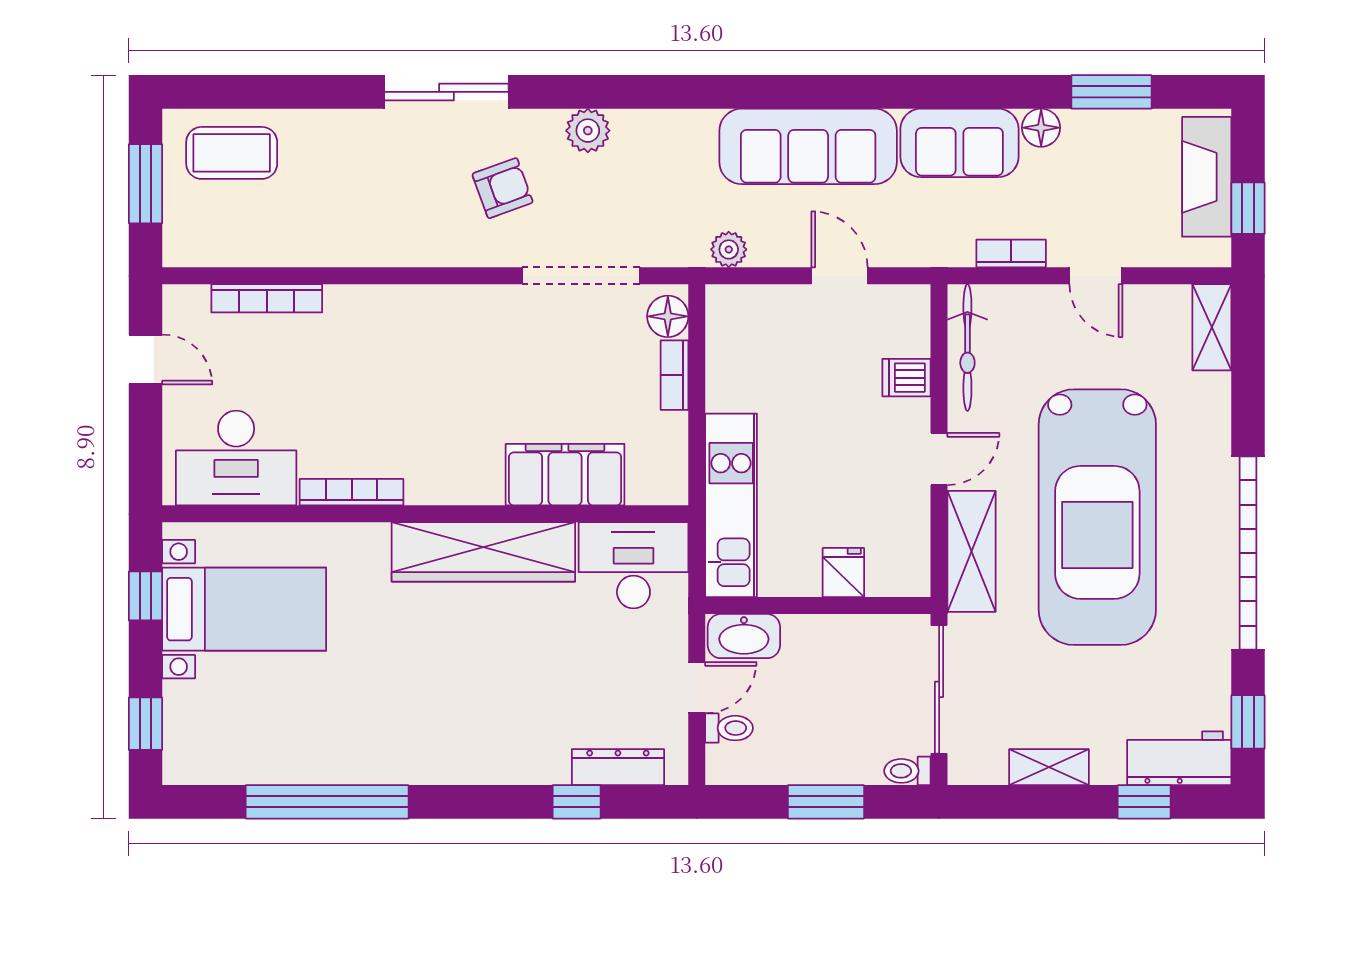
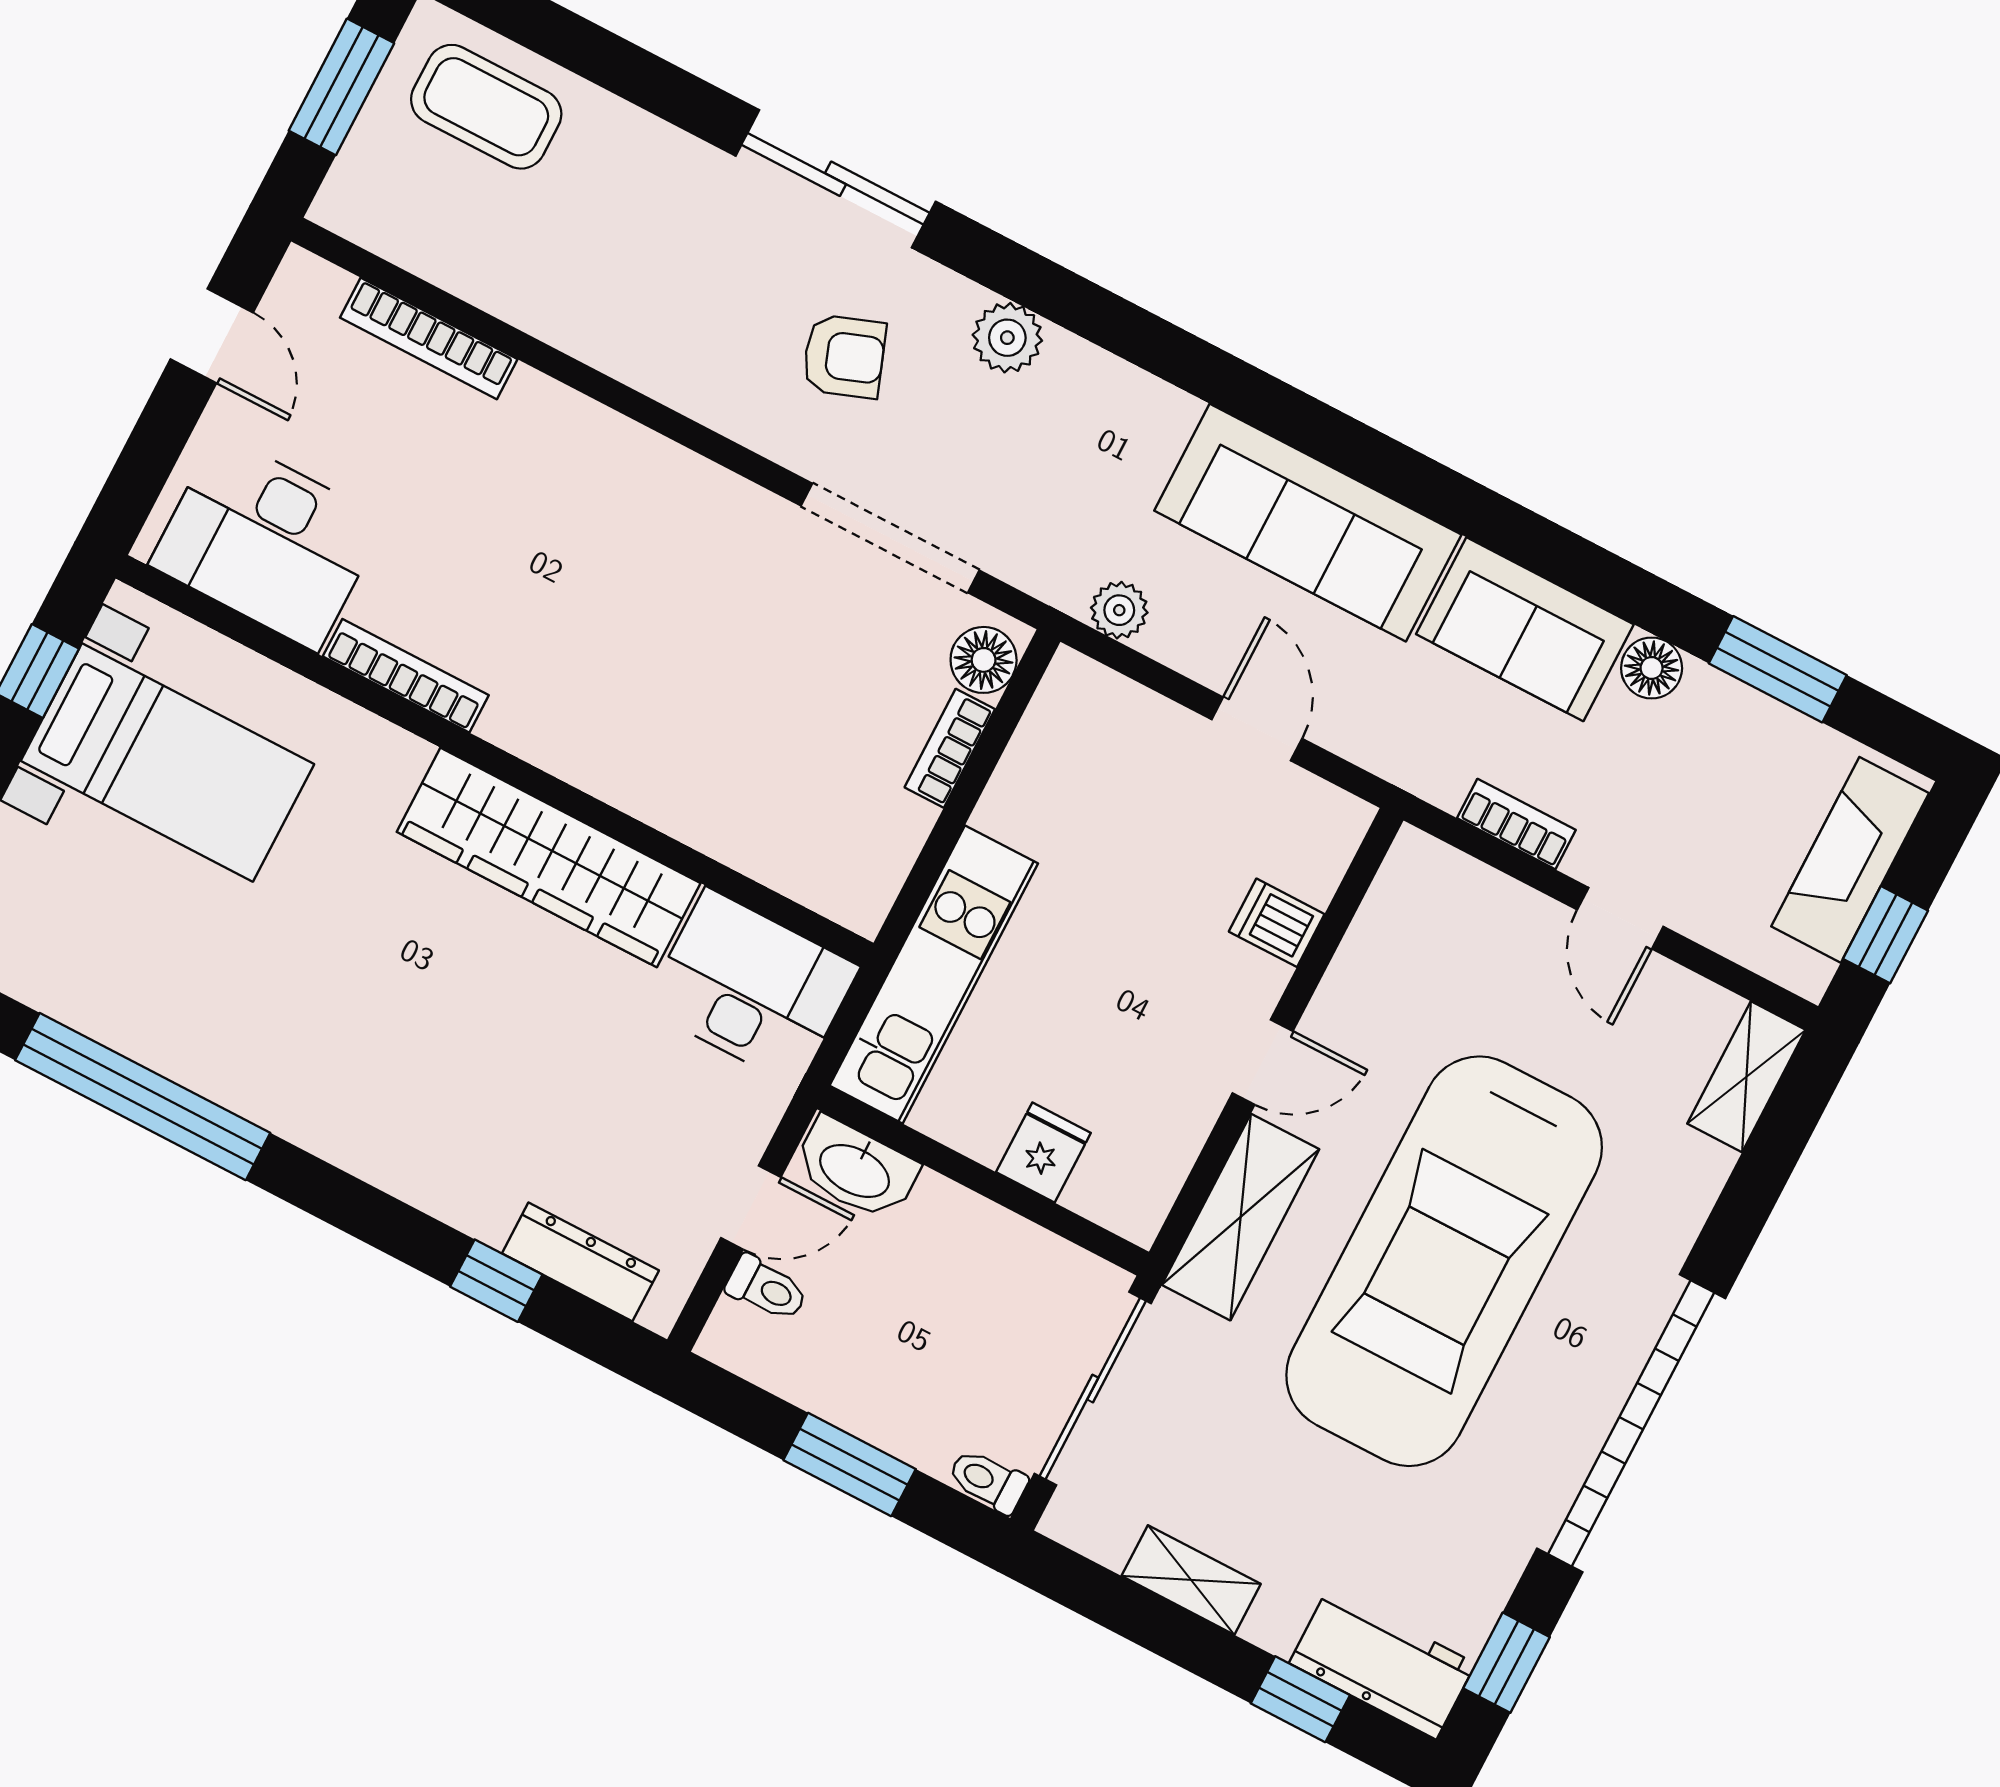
bicycle: (967, 347) -> (1385, 925), removed
filing cabinet: (565, 475) -> (721, 808), removed

